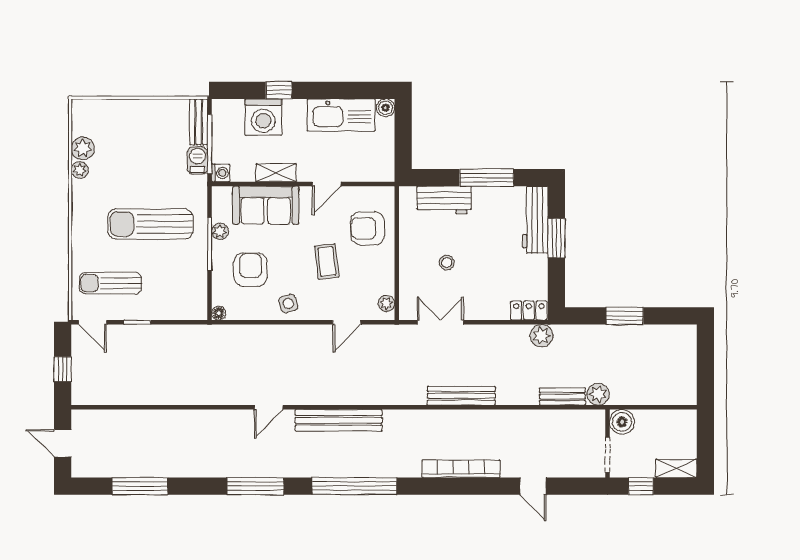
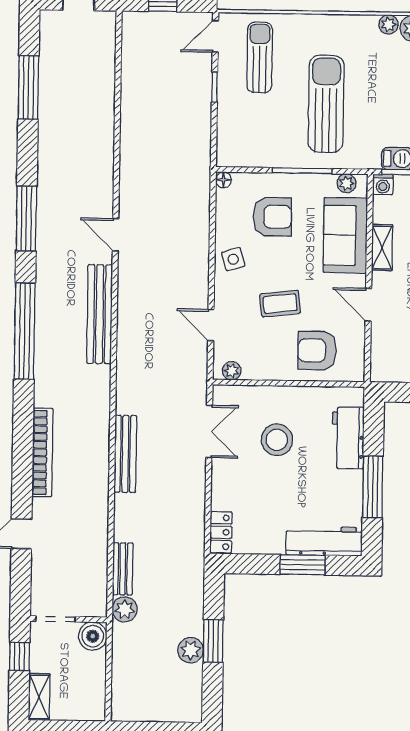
armchair: (368, 228) -> (317, 350), turned -90
plant: (220, 231) -> (347, 183), moved
stool: (447, 263) -> (277, 440), width x1.89, depth x1.89
plant: (541, 336) -> (191, 650), moved

